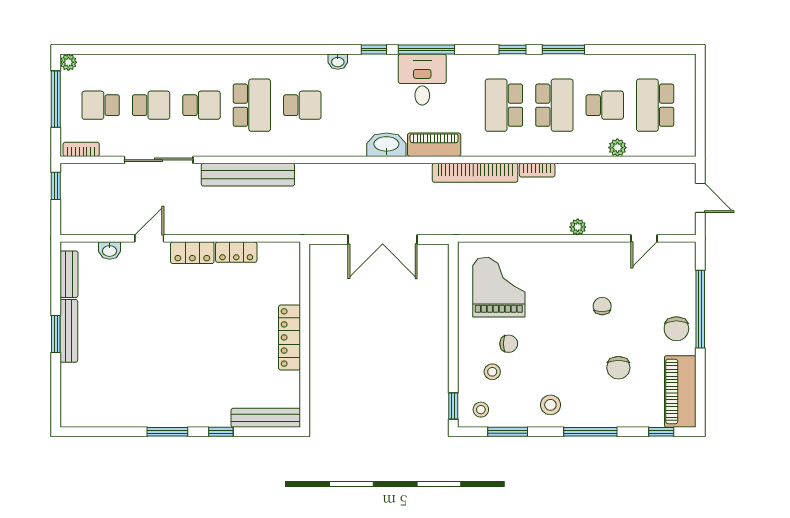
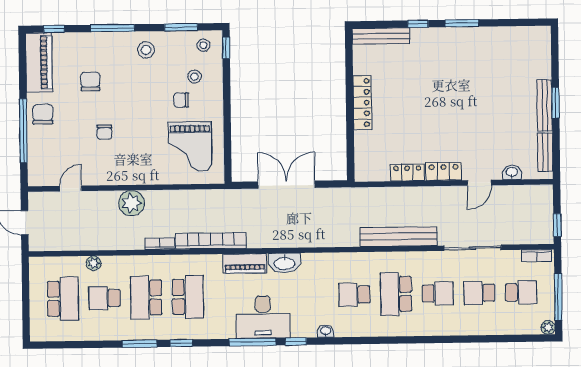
desk: (422, 80) -> (263, 317), width x1.37
school desk: (201, 105) -> (438, 293), turned 180
plant: (578, 227) -> (131, 203), width x1.87, depth x1.87

